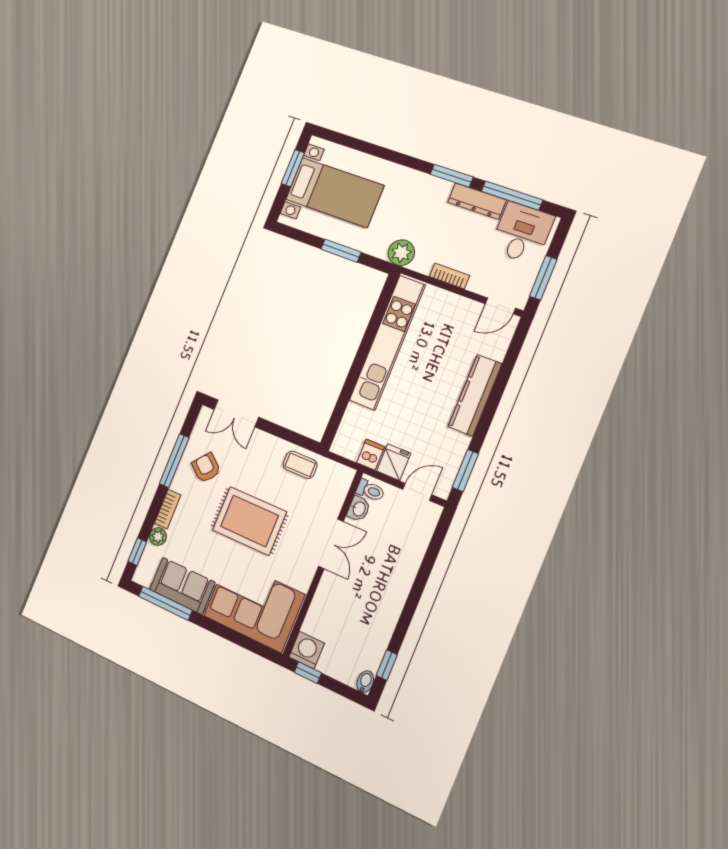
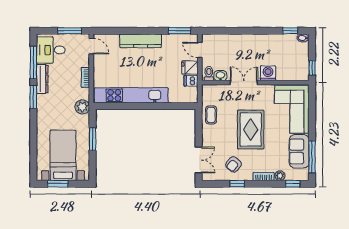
window: (174, 461) -> (237, 184), width x0.46
washing machine: (307, 650) -> (268, 73), moved, turned 90

